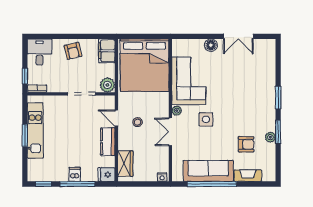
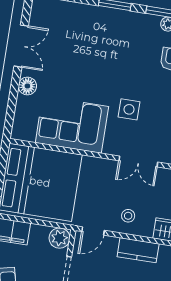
plant: (177, 111) -> (110, 148), removed
door: (116, 118) -> (93, 231), moved
stool: (138, 122) -> (128, 216), moved

